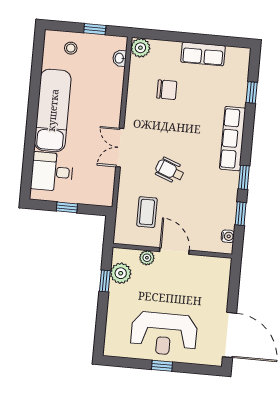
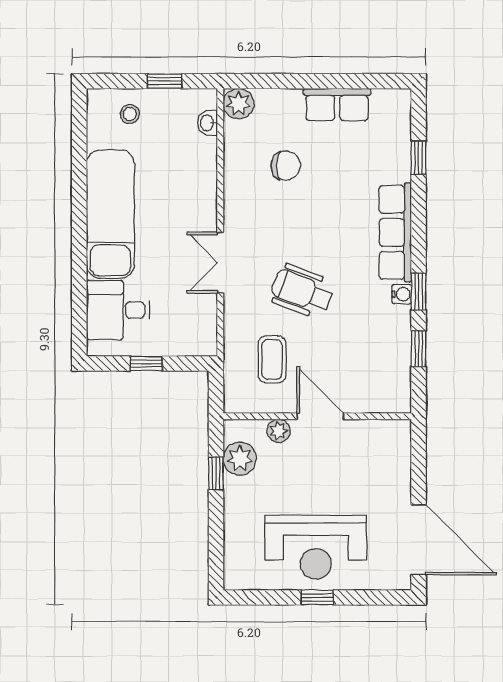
wheelchair: (170, 170) -> (302, 291), width x1.36, depth x1.37
water cooler: (228, 236) -> (402, 294), moved

